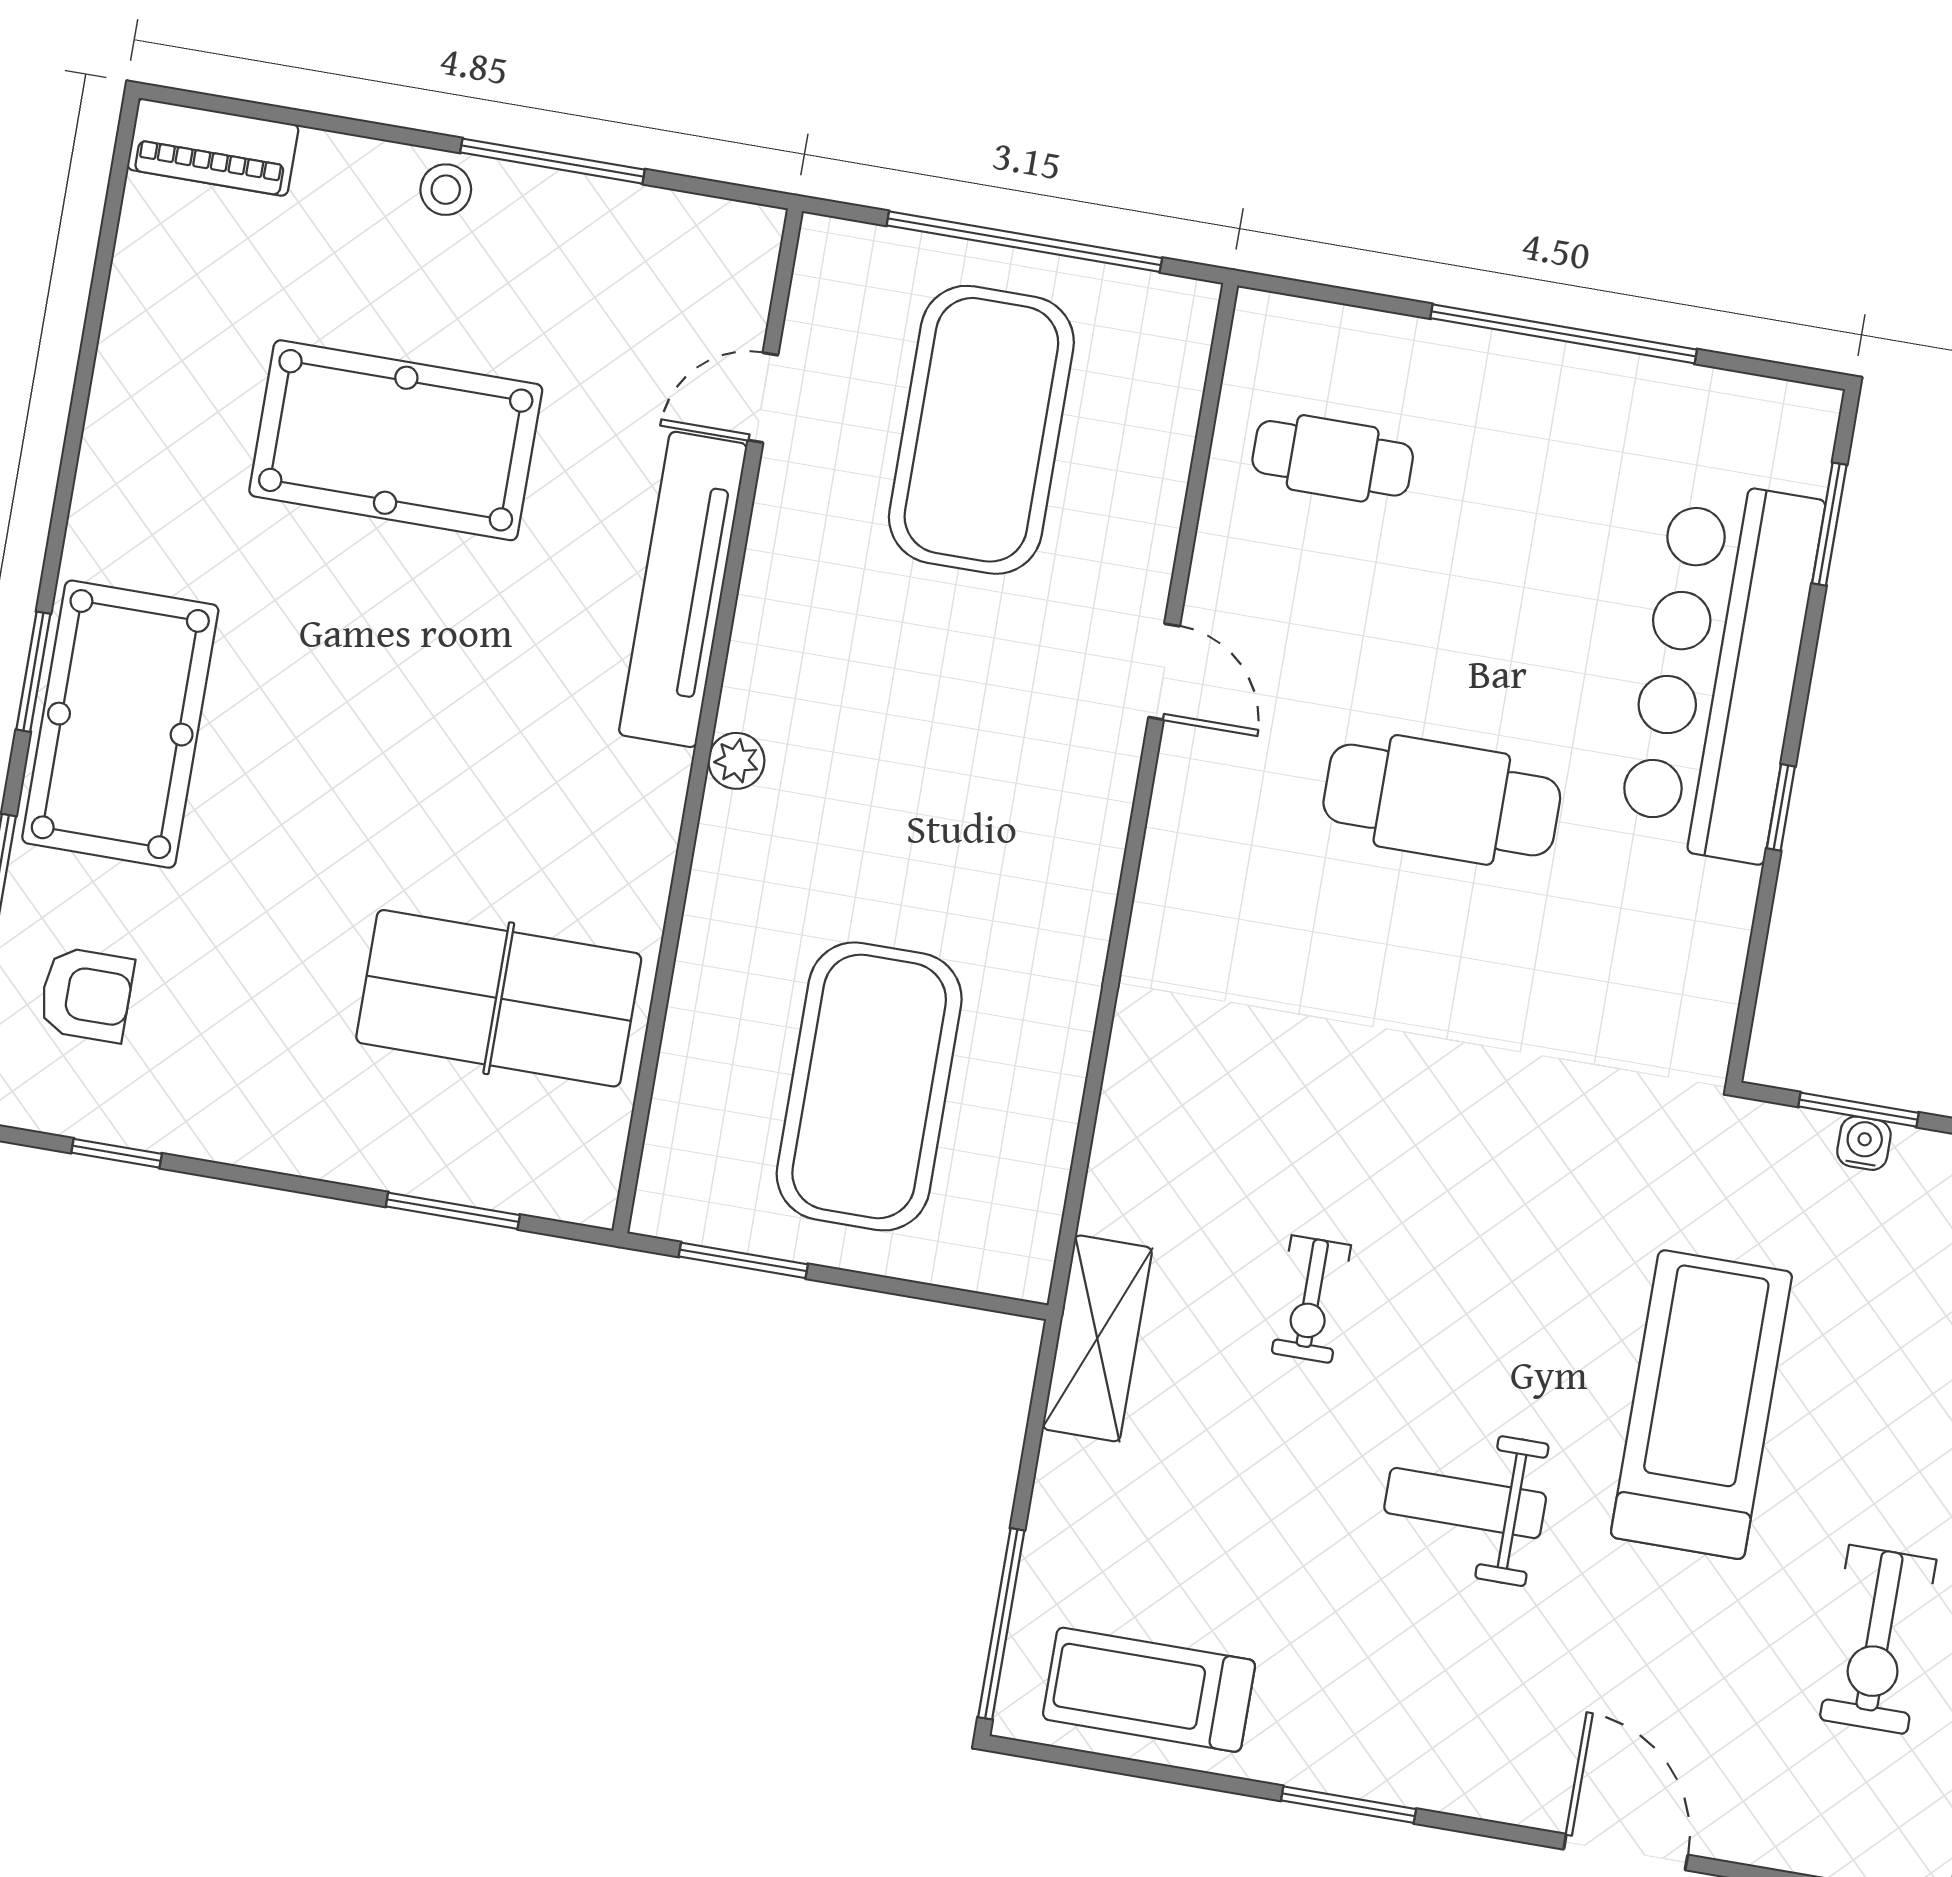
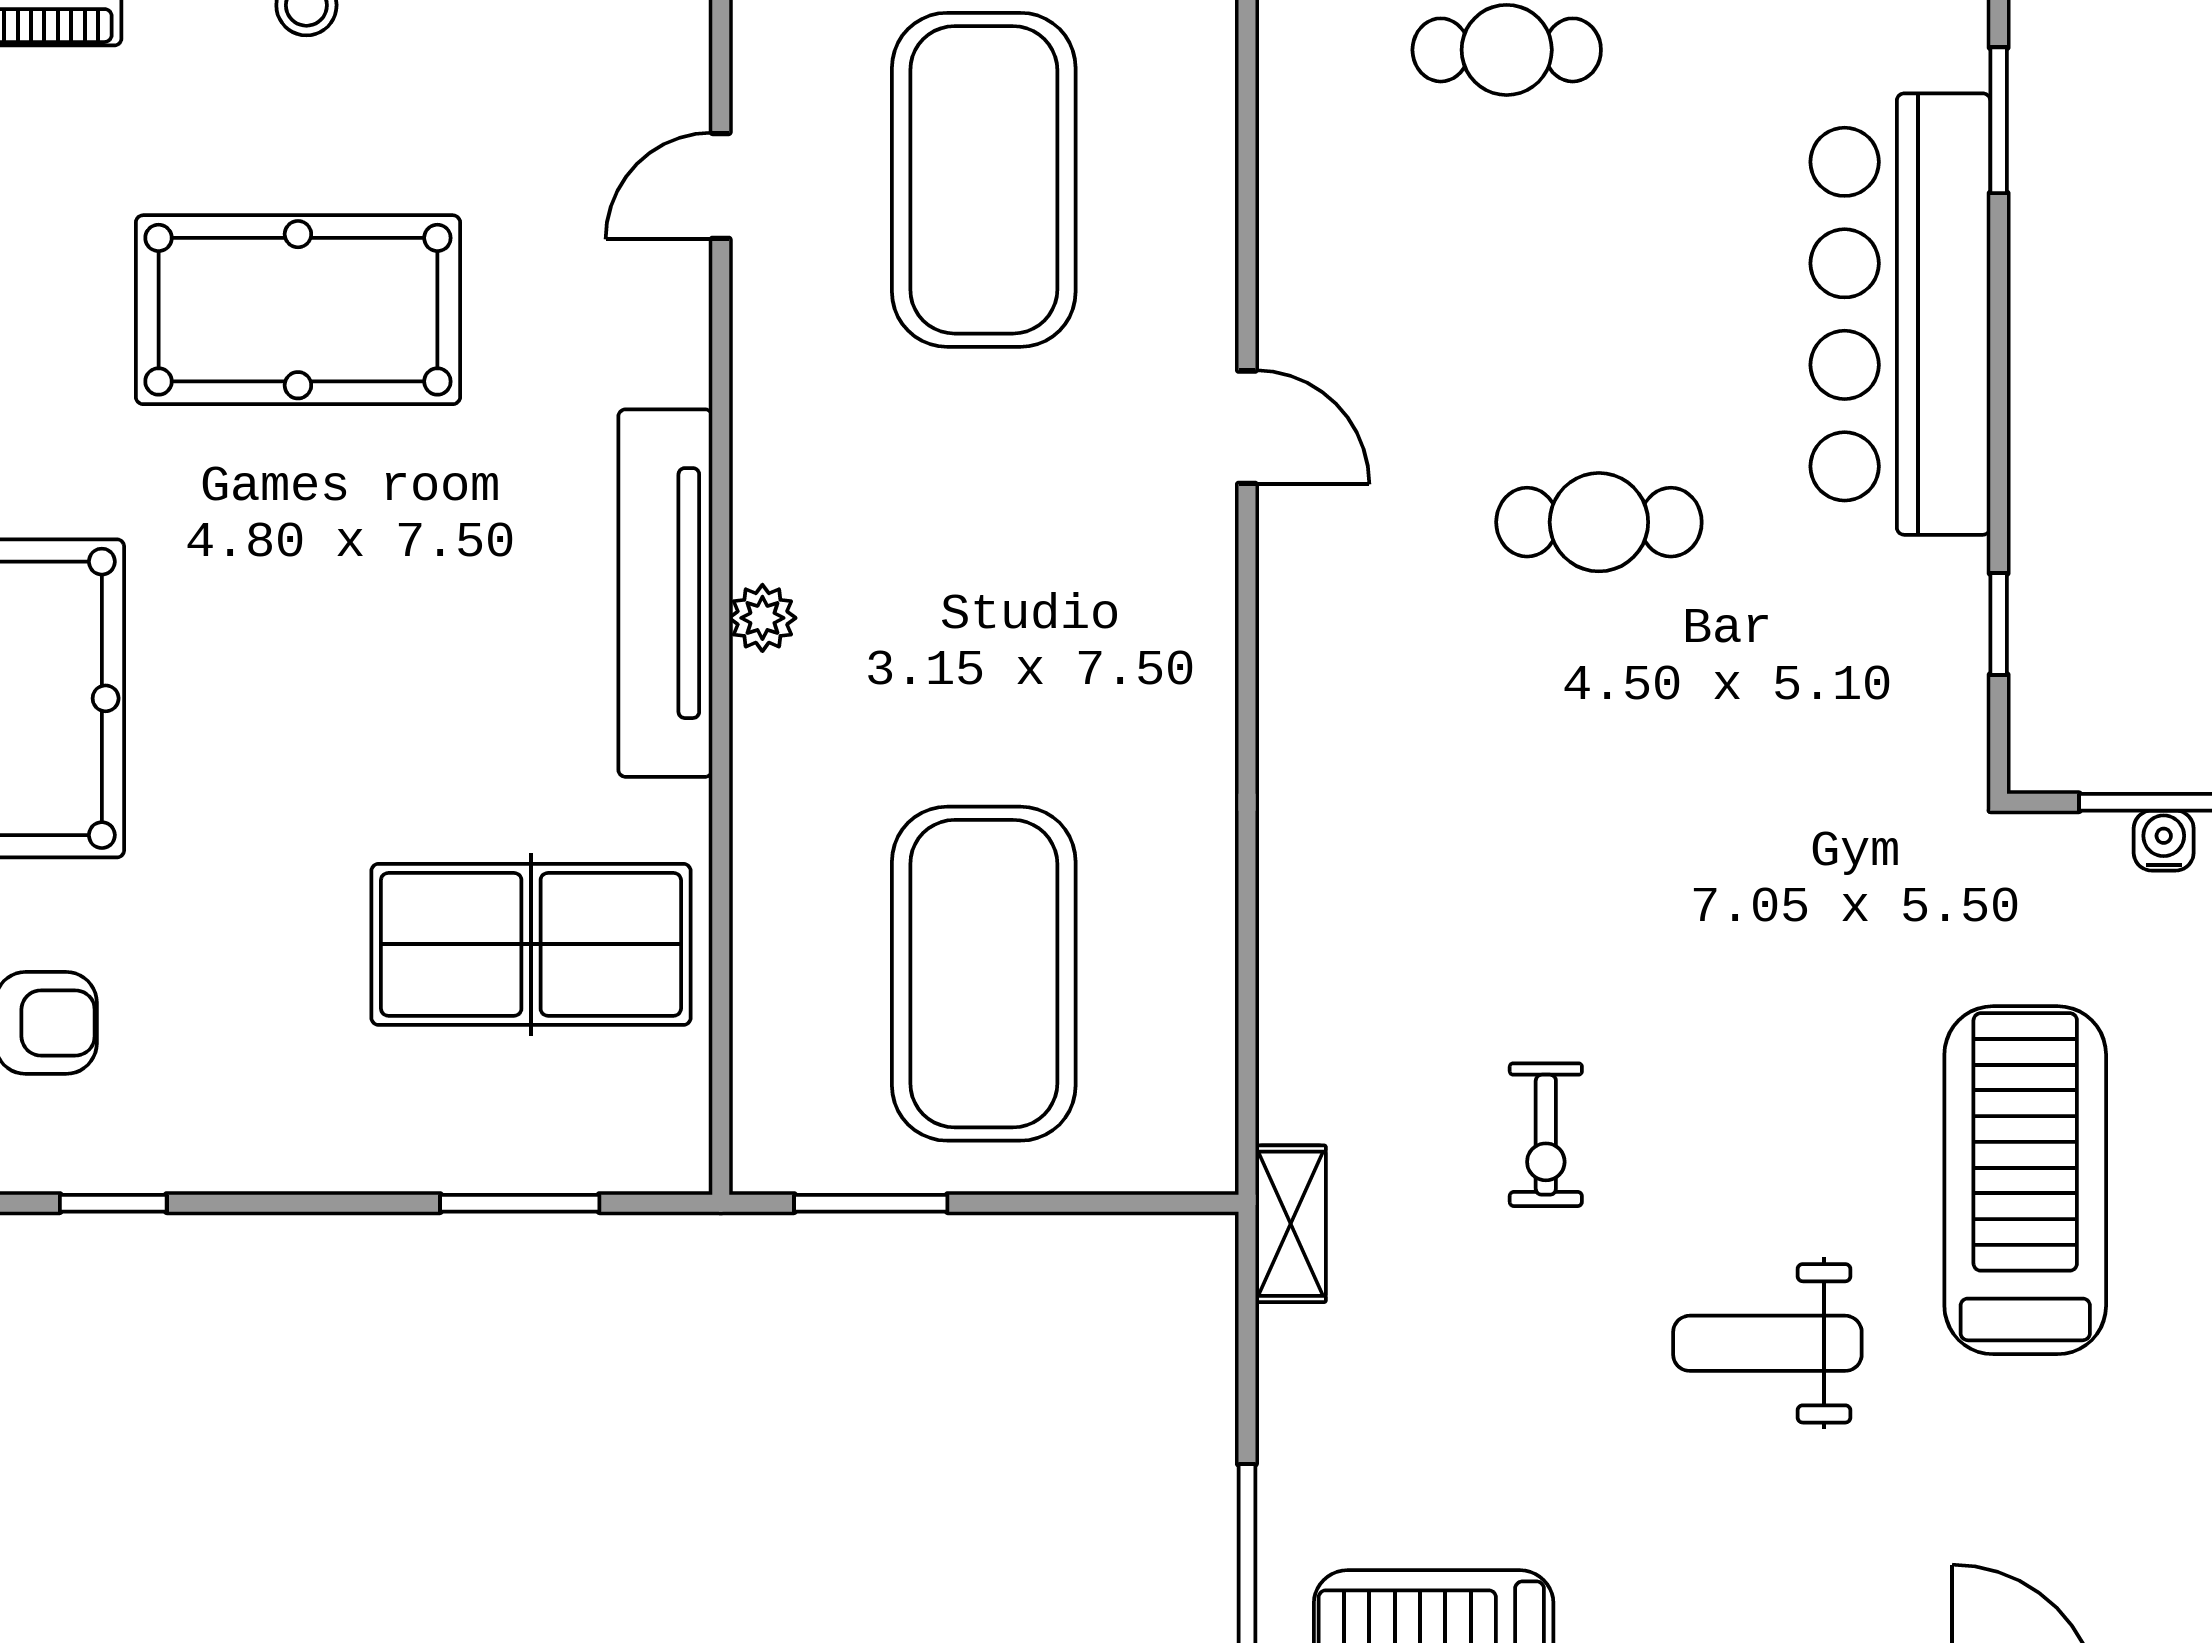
cafe table: (1333, 458) -> (1507, 50), moved
tv unit: (683, 589) -> (665, 593), moved
cafe table: (1442, 800) -> (1599, 522), width x0.73, depth x0.74
window: (1781, 807) -> (1999, 624), moved
shelving: (1097, 1338) -> (1291, 1224), width x0.67, depth x0.75

